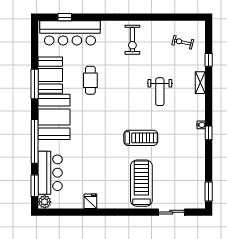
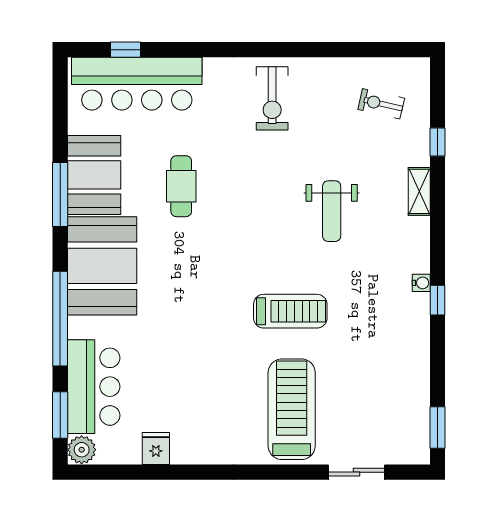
fridge: (90, 201) -> (156, 448), moved

